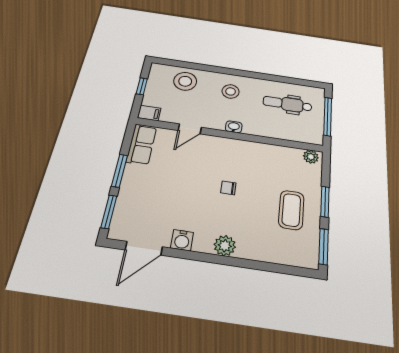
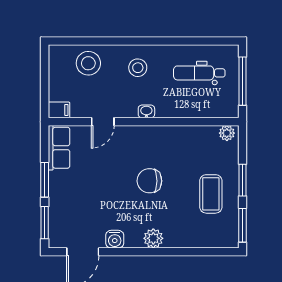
window: (142, 86) -> (45, 78), removed
chair: (228, 188) -> (149, 181), width x1.87, depth x1.87

